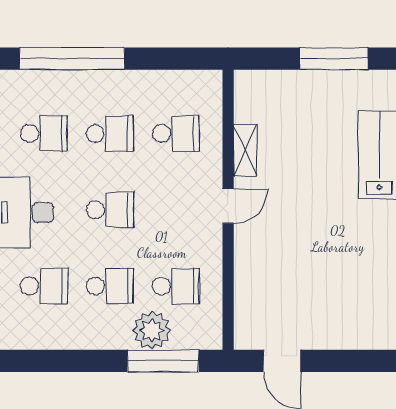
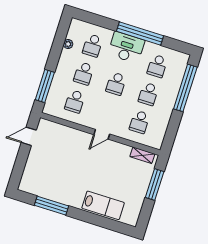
window: (334, 59) -> (155, 185), moved
shelving: (245, 150) -> (142, 155), moved
door: (228, 206) -> (102, 134), hinge flipped
plant: (152, 330) -> (68, 44), moved, width x0.53, depth x0.53

